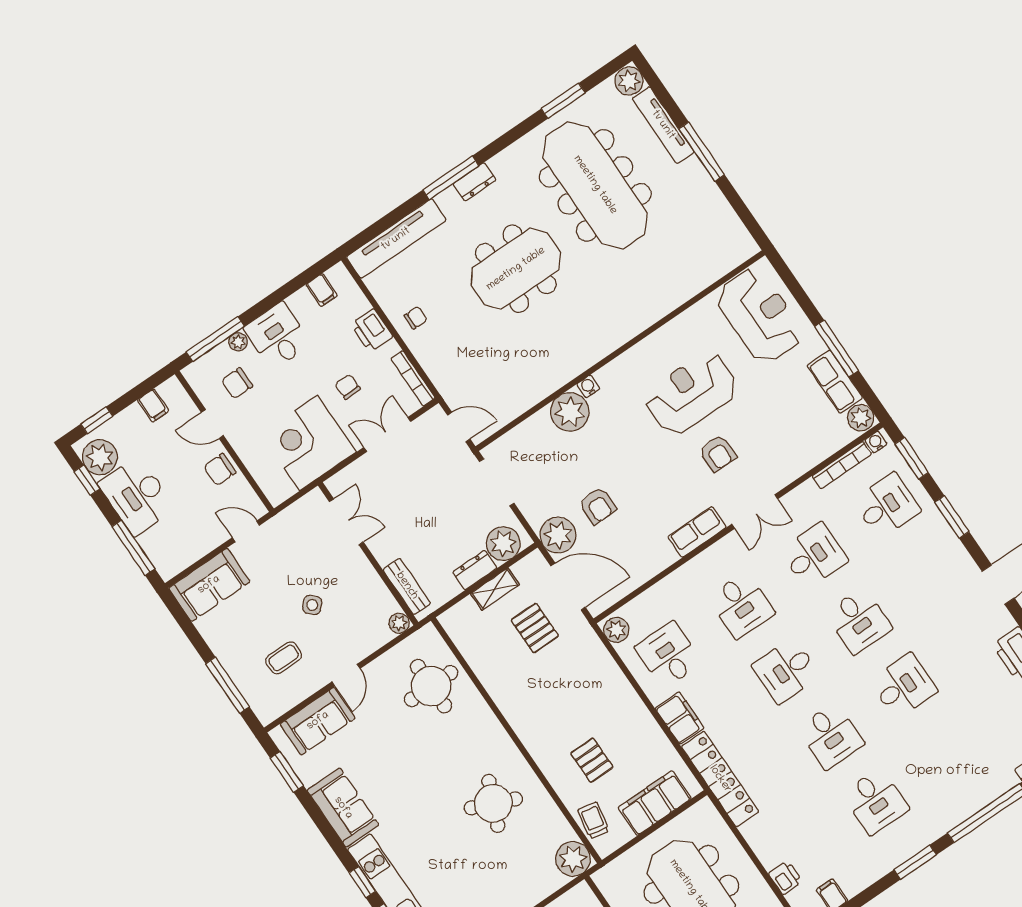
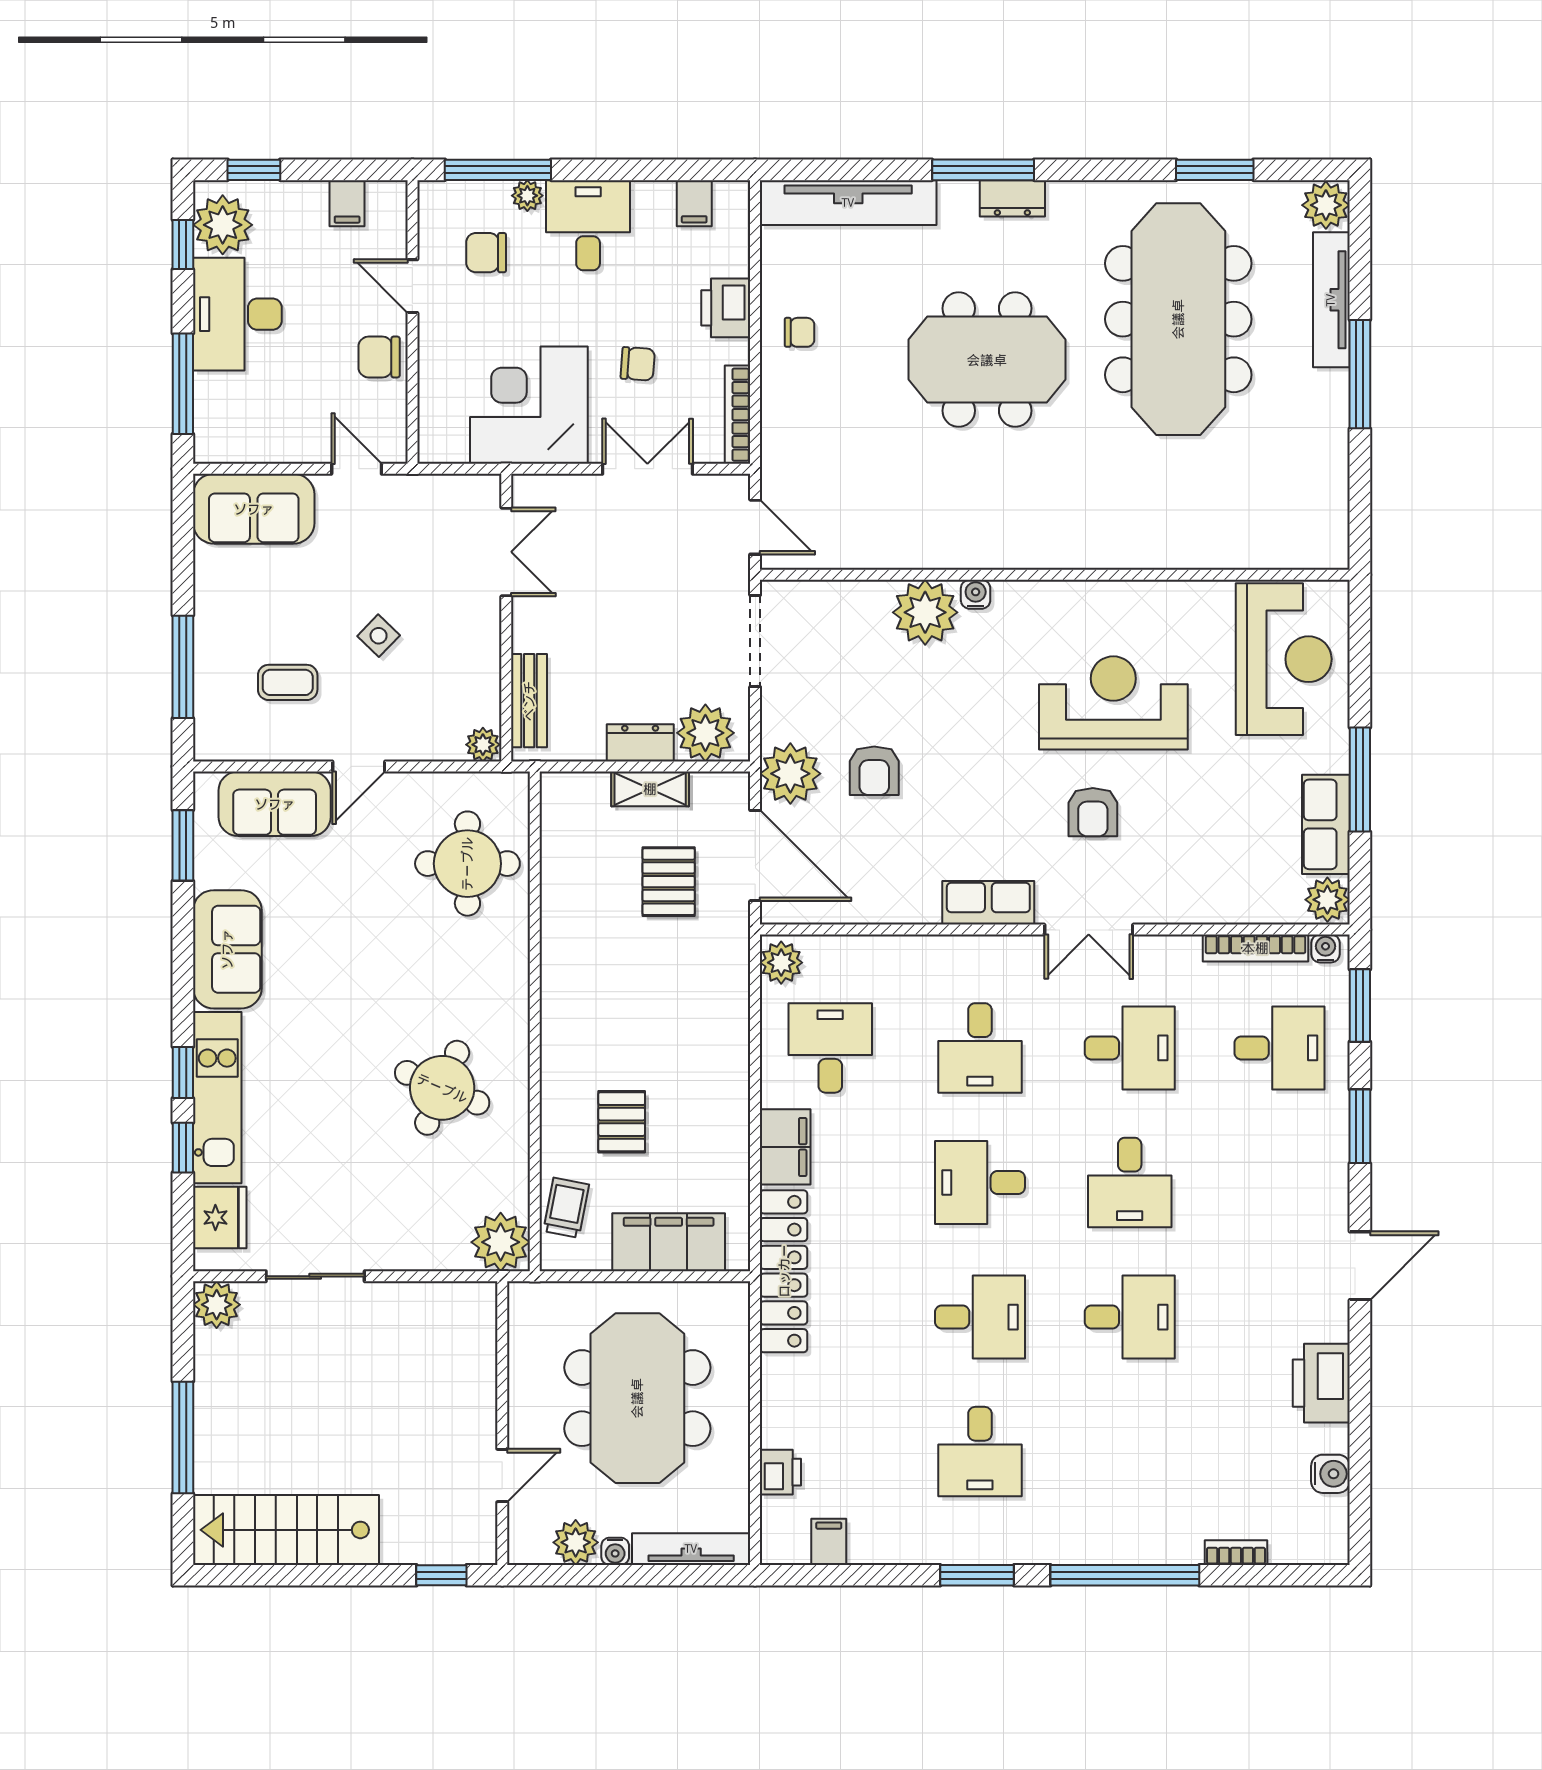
chair: (348, 387) -> (638, 364), turned 96
desk: (831, 736) -> (980, 1317), turned -90

